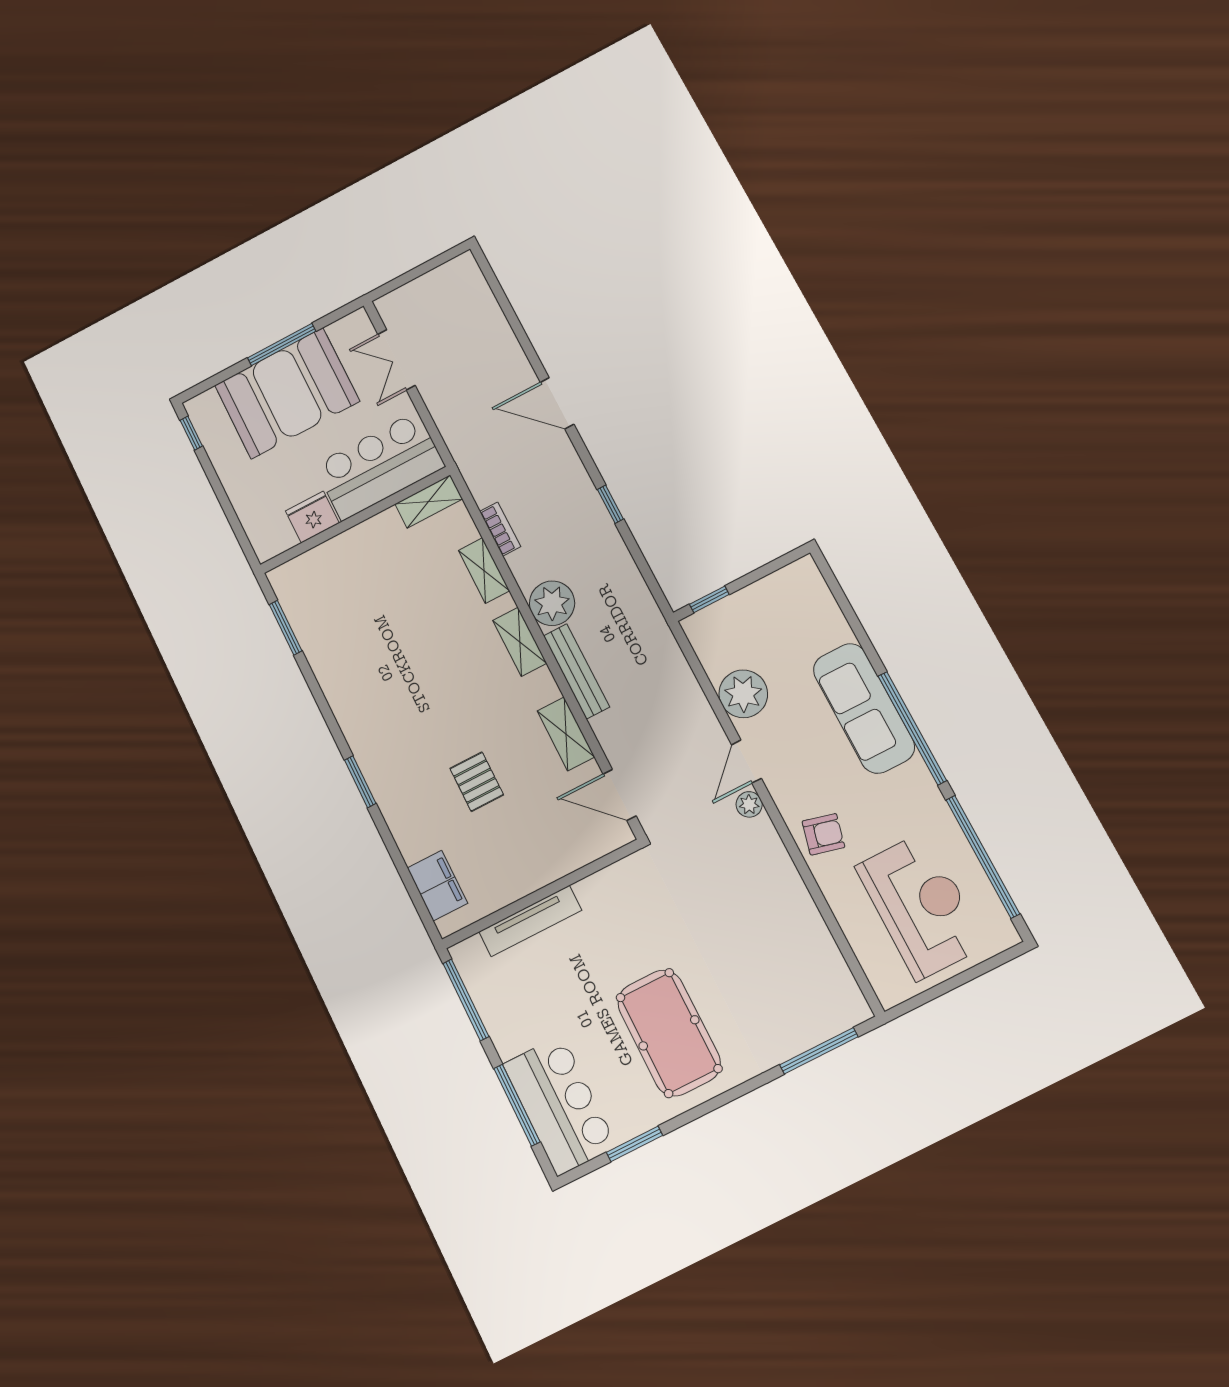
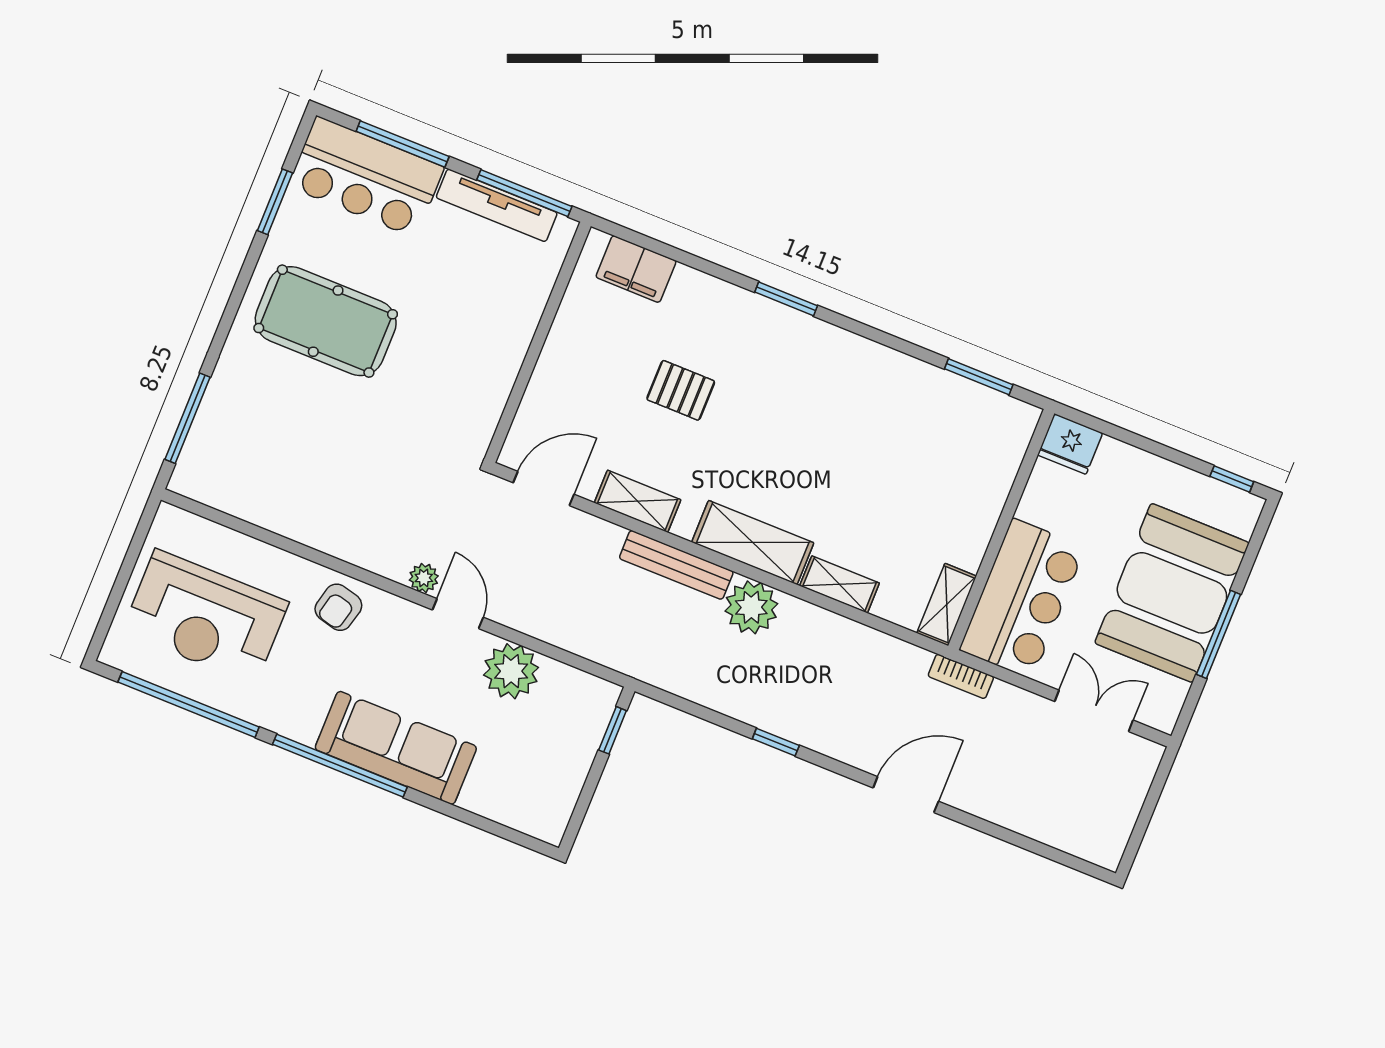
fridge: (312, 517) -> (1070, 444), moved, turned 90
bookcase: (500, 529) -> (961, 676), moved
shelving: (520, 642) -> (753, 542), width x1.50, depth x1.33
tv unit: (530, 921) -> (497, 205), moved, turned -90

